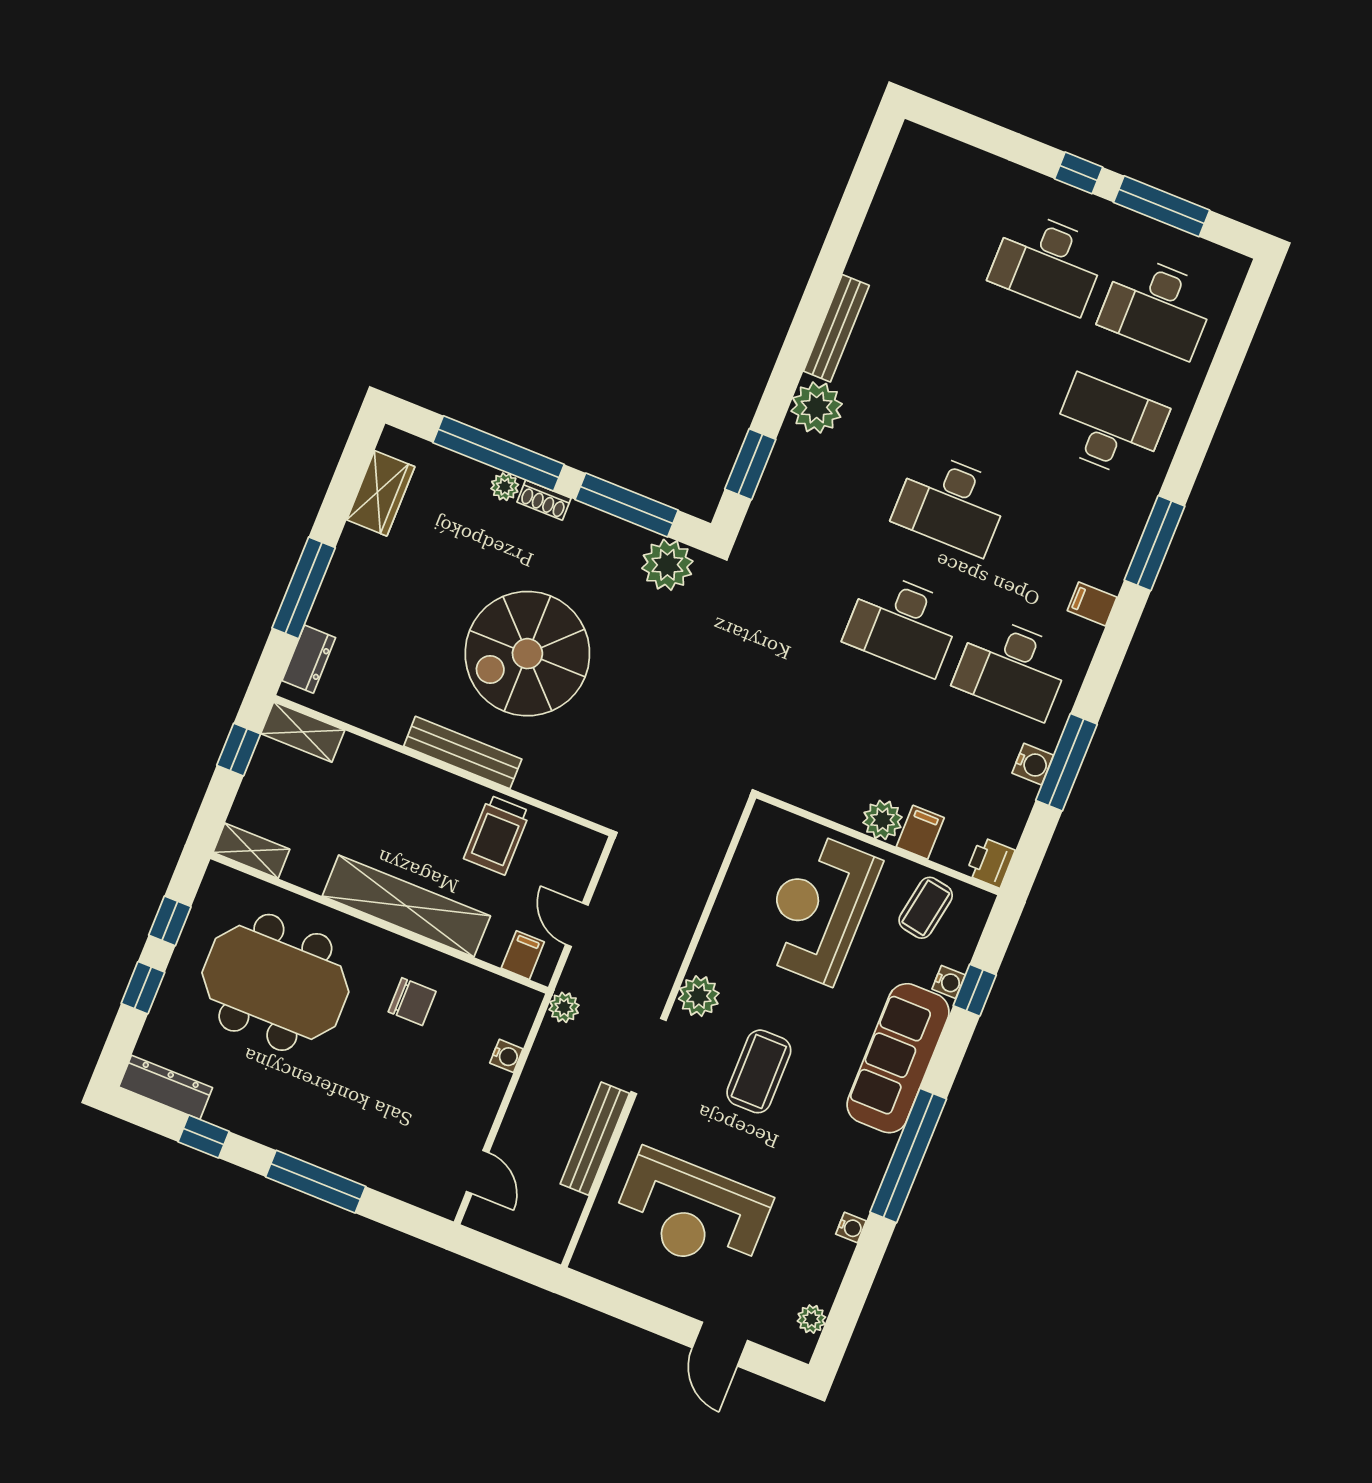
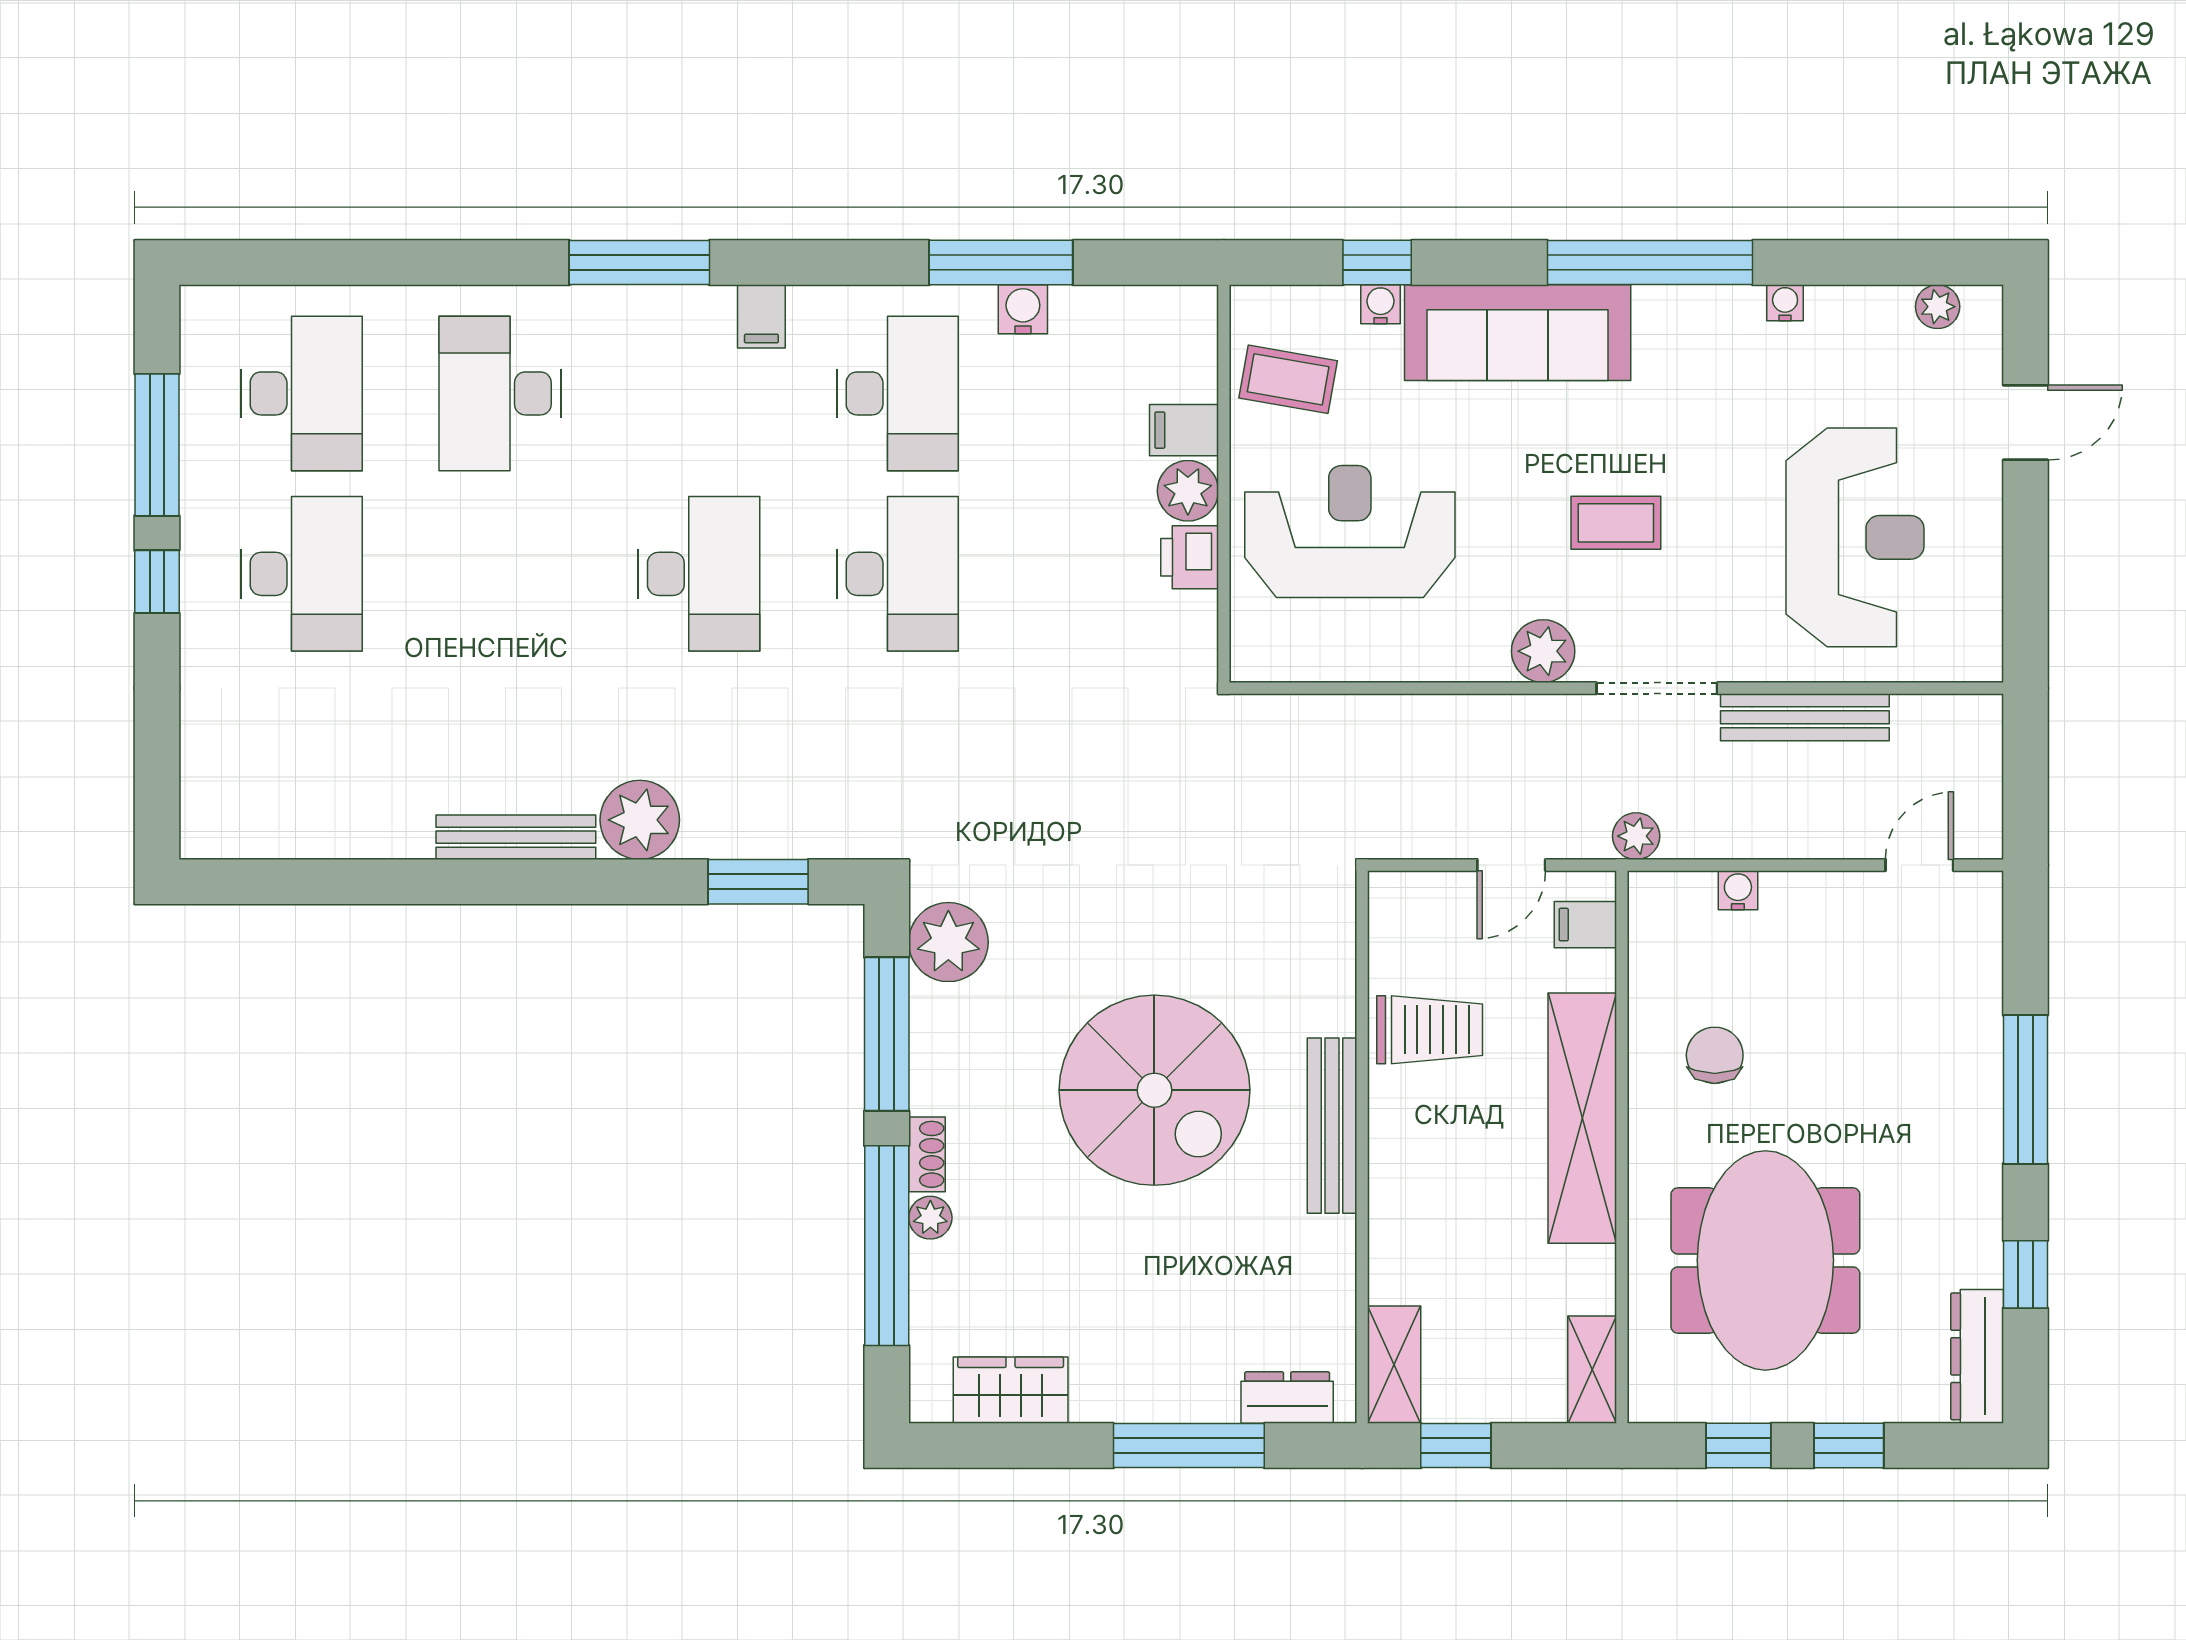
printer: (990, 862) -> (1190, 557), moved, turned 90
reception desk: (818, 908) -> (1350, 531), turned 180
coffee table: (759, 1071) -> (1616, 523), width x0.73, depth x0.77

